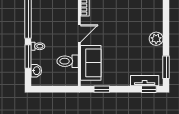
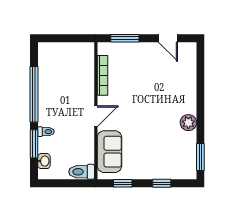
toilet: (68, 61) -> (82, 172), moved
tv unit: (145, 81) -> (174, 173), removed
window: (149, 89) -> (162, 183), moved

